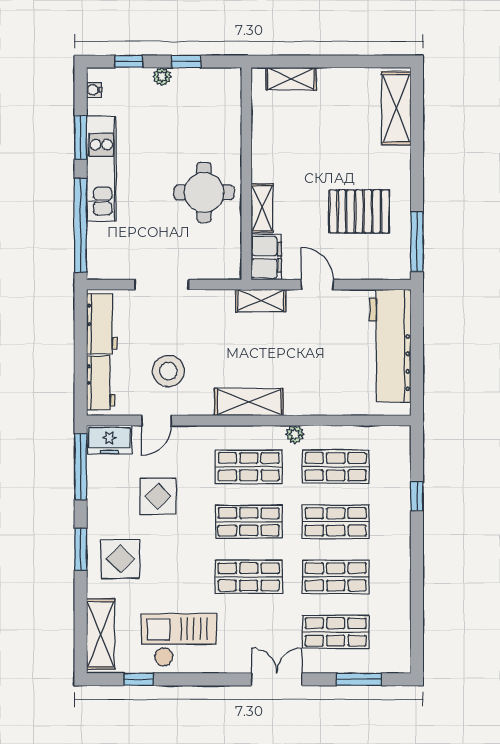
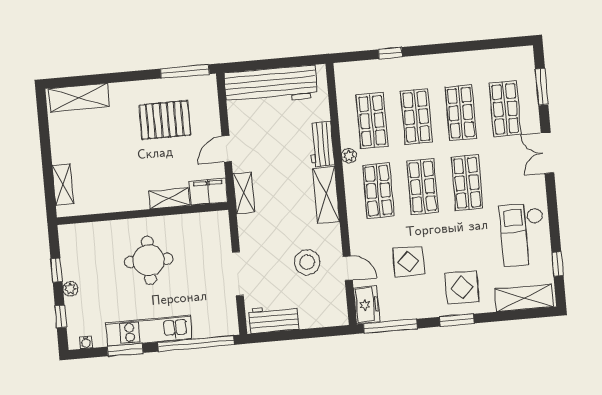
round table: (204, 192) -> (149, 260), moved
pallet: (359, 211) -> (165, 120), turned 90
workbench: (101, 383) -> (321, 144), moved, turned -90

